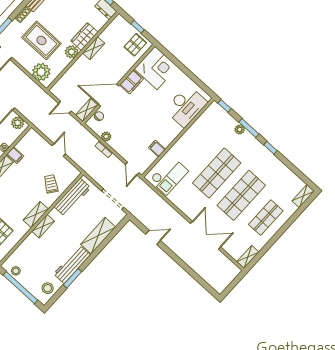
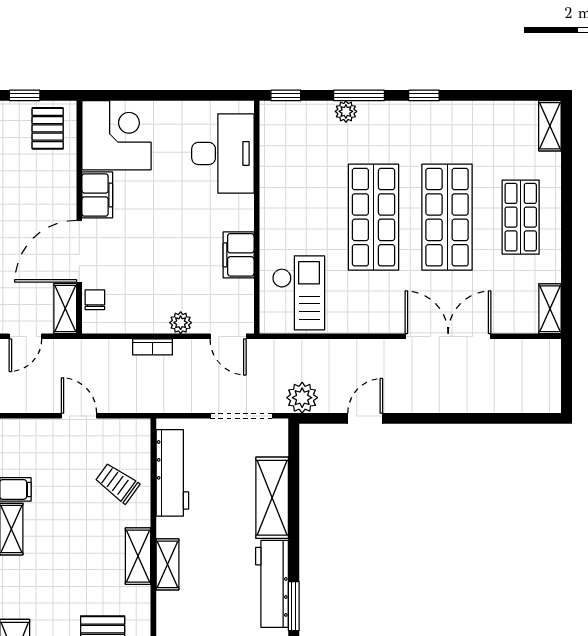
plant: (106, 137) -> (181, 323), moved
filing cabinet: (157, 149) -> (239, 255), width x2.00
plant: (138, 211) -> (302, 398), added

